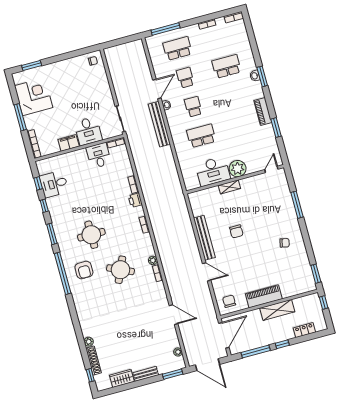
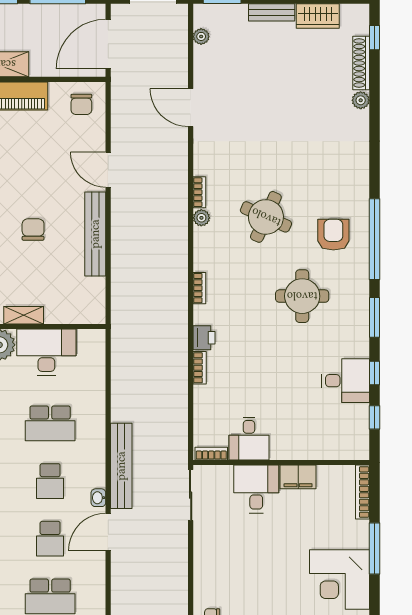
desk: (54, 184) -> (346, 381), moved

